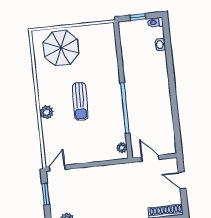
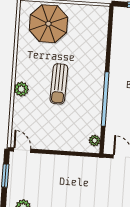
door: (57, 168) -> (22, 150), hinge flipped

